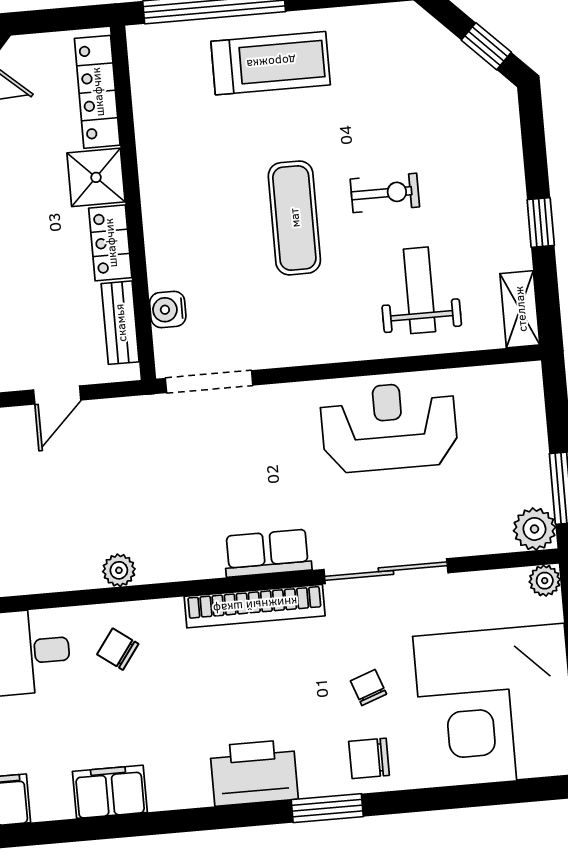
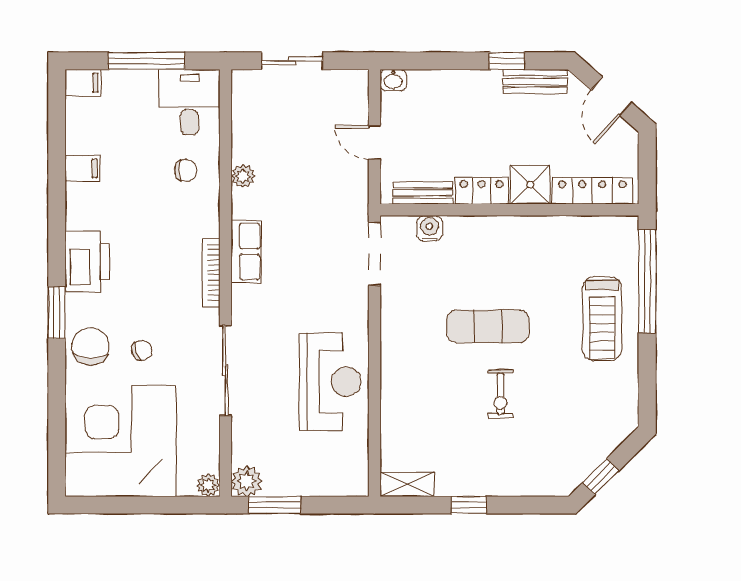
weight bench: (419, 290) -> (427, 413), removed
row of seats: (267, 553) -> (246, 252), moved
bookcase: (255, 606) -> (211, 273), width x0.68, depth x0.76
chair: (118, 649) -> (186, 170), turned 54
chair: (369, 758) -> (90, 346), width x1.37, depth x1.37
filing cabinet: (110, 792) -> (82, 169), width x0.50

